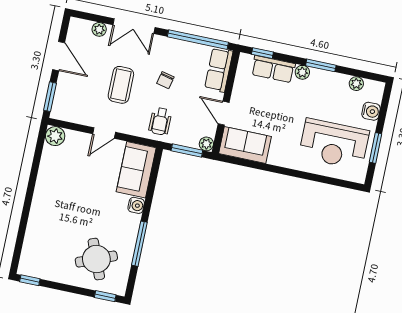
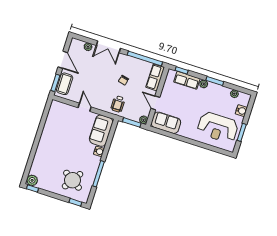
coffee table: (121, 85) -> (65, 84), moved
door: (104, 133) -> (85, 107), swing flipped
plant: (55, 136) -> (32, 180), moved
round table: (96, 259) -> (73, 180), turned -35

